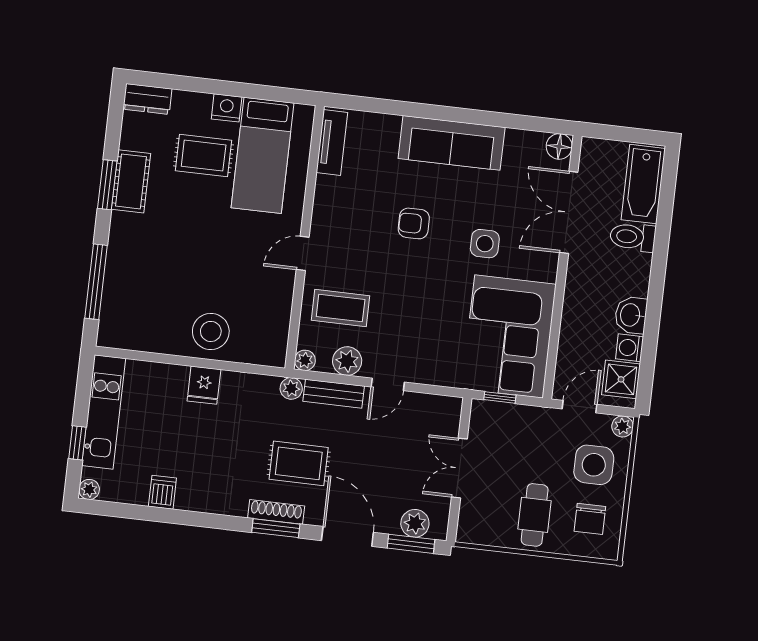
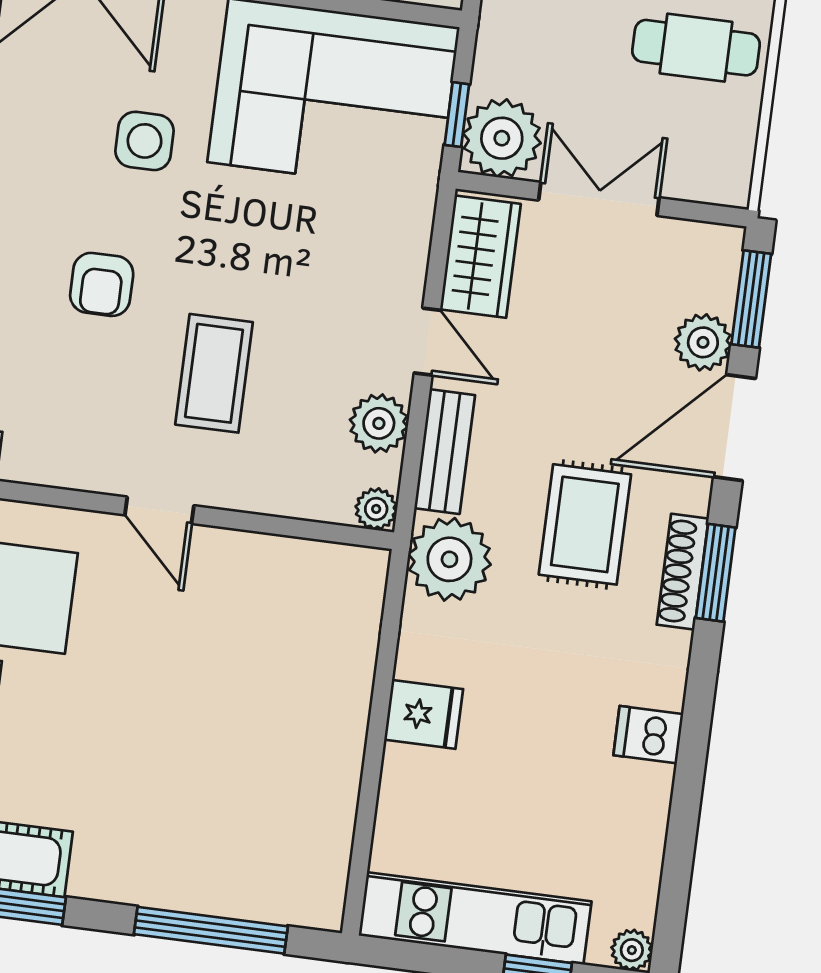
coffee table: (341, 308) -> (214, 373), moved
stool: (211, 331) -> (315, 699), removed
plant: (291, 388) -> (449, 559), width x1.88, depth x1.88
wardrobe: (430, 410) -> (480, 257), added
plant: (489, 420) -> (502, 138), added
double door: (459, 468) -> (599, 199), swing flipped
dishwasher: (162, 492) -> (648, 735), moved
plant: (415, 523) -> (703, 342), moved

